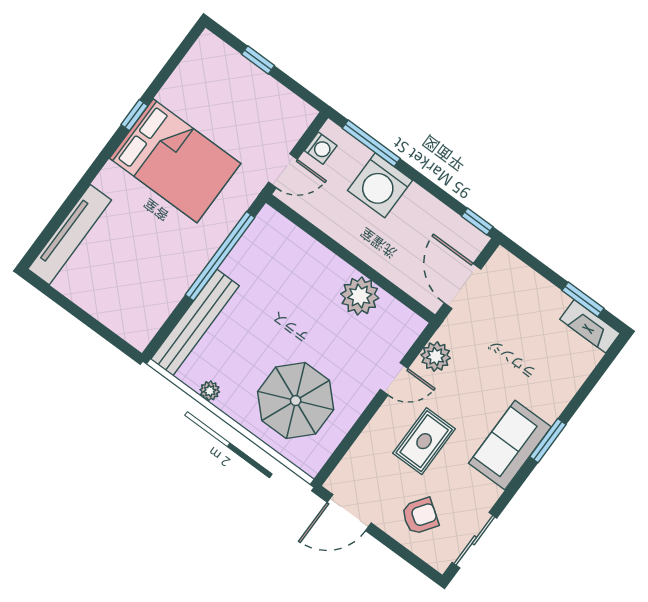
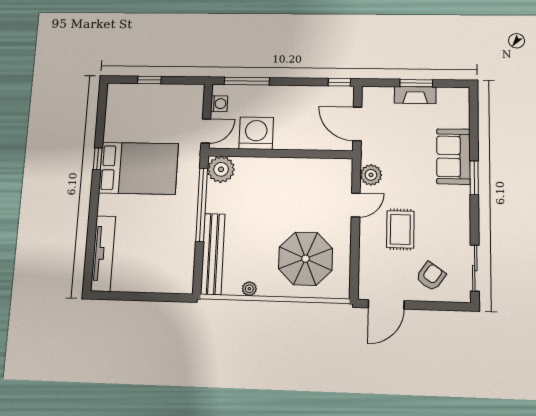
washing machine: (380, 185) -> (256, 133), moved, turned 180
plant: (360, 296) -> (221, 169), moved
window: (583, 299) -> (416, 83), moved
fireplace: (590, 326) -> (415, 95), moved
sofa: (510, 445) -> (453, 156), moved

